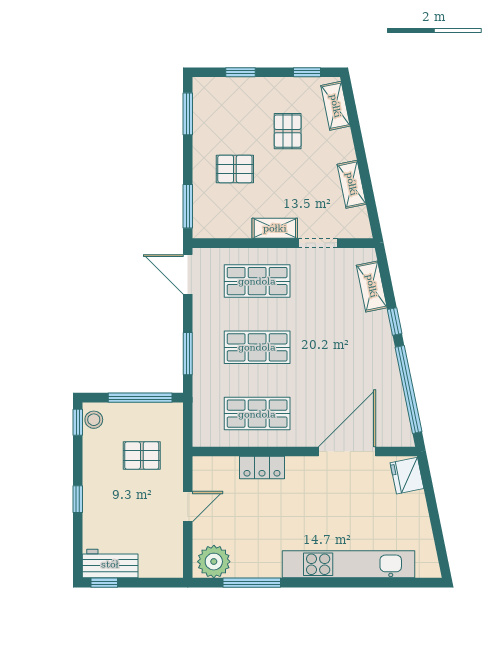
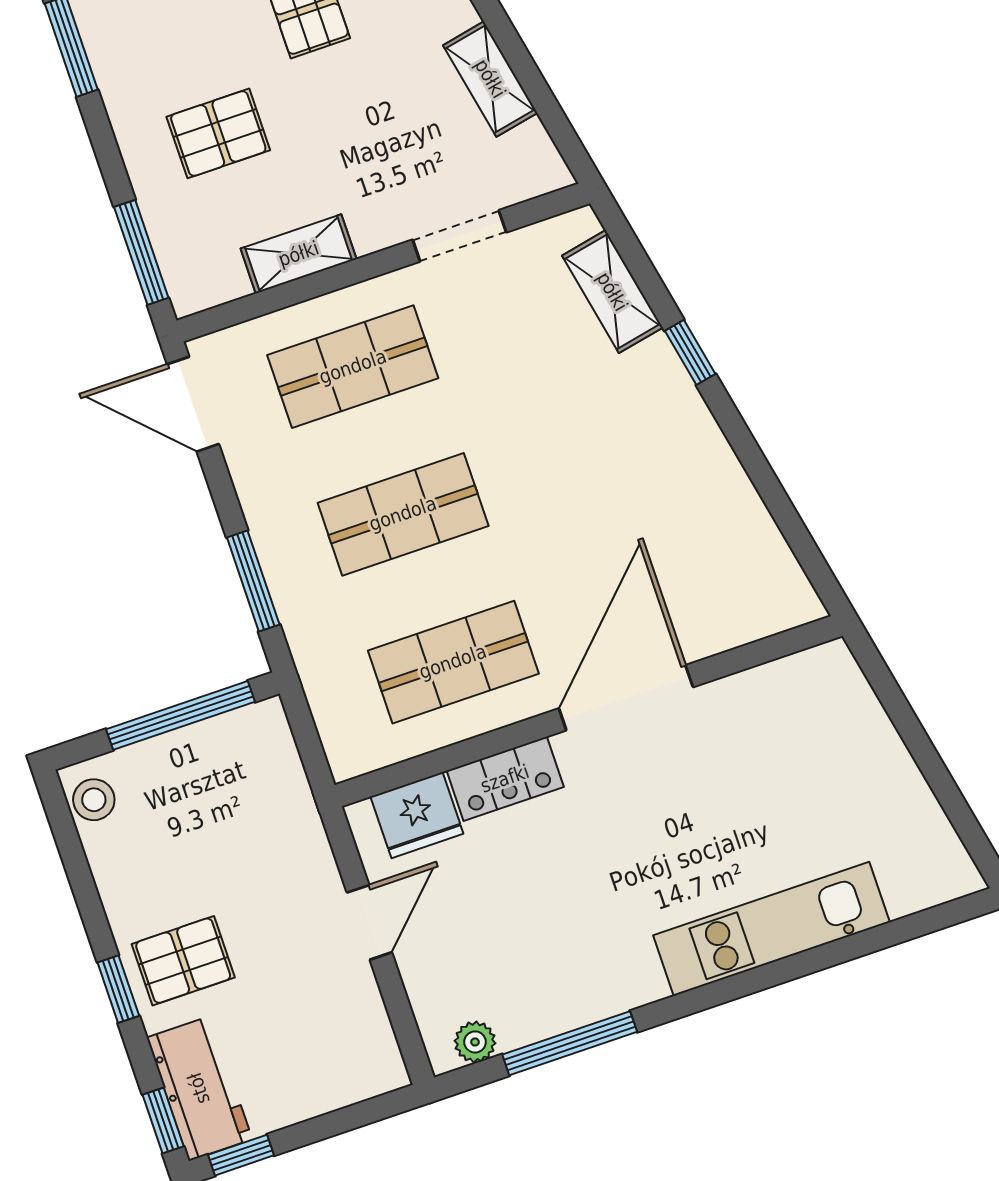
shelving: (275, 228) -> (299, 254), moved
window: (408, 389) -> (772, 493), removed
window: (78, 422) -> (163, 1121), moved
door: (347, 452) -> (626, 698), moved
pallet: (142, 456) -> (183, 961), moved
fridge: (407, 476) -> (417, 815), moved, turned -79
plant: (214, 562) -> (475, 1042), width x0.53, depth x0.53
workbench: (110, 564) -> (199, 1088), moved, turned 90
kitchen unit: (348, 564) -> (771, 929), width x0.73

